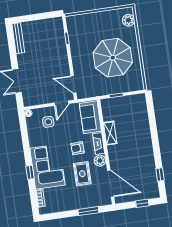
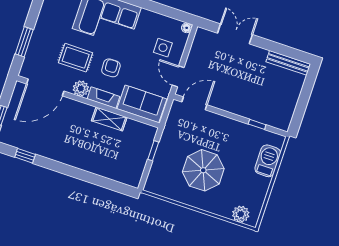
barbecue: (86, 20) -> (268, 161), added
parasol: (113, 58) -> (203, 170), width x0.73, depth x0.73

